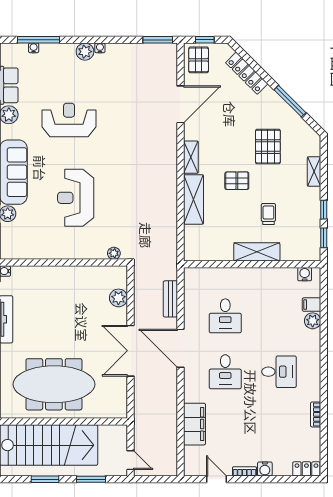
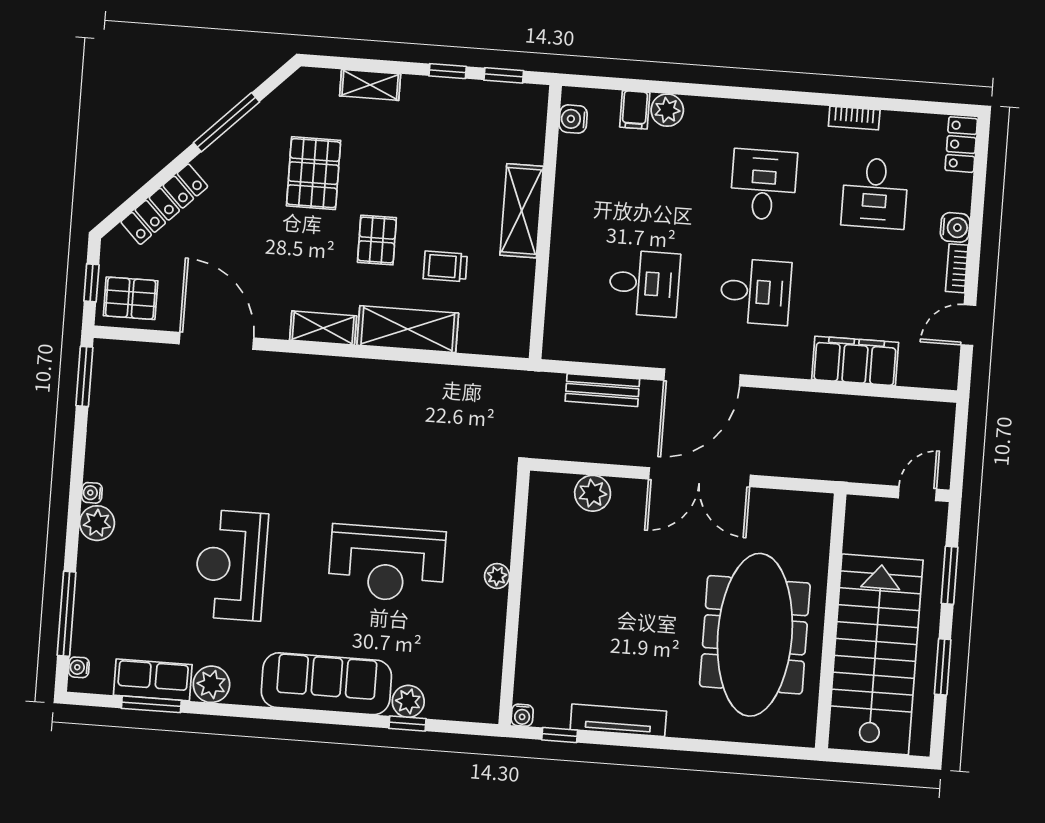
water cooler: (34, 48) -> (79, 667), moved
pallet: (268, 147) -> (314, 173), turned 90
trolley: (268, 214) -> (445, 266), moved
plant: (114, 253) -> (497, 576), moved
desk: (279, 428) -> (875, 193), added

